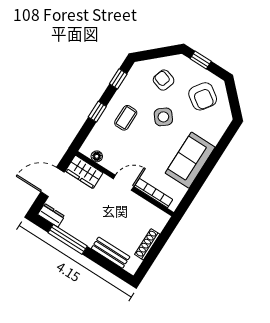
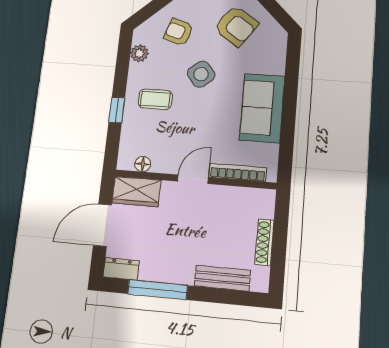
window: (118, 79) -> (123, 59), removed
plant: (131, 81) -> (139, 53), added
coffee table: (126, 118) -> (155, 99), turned 90

